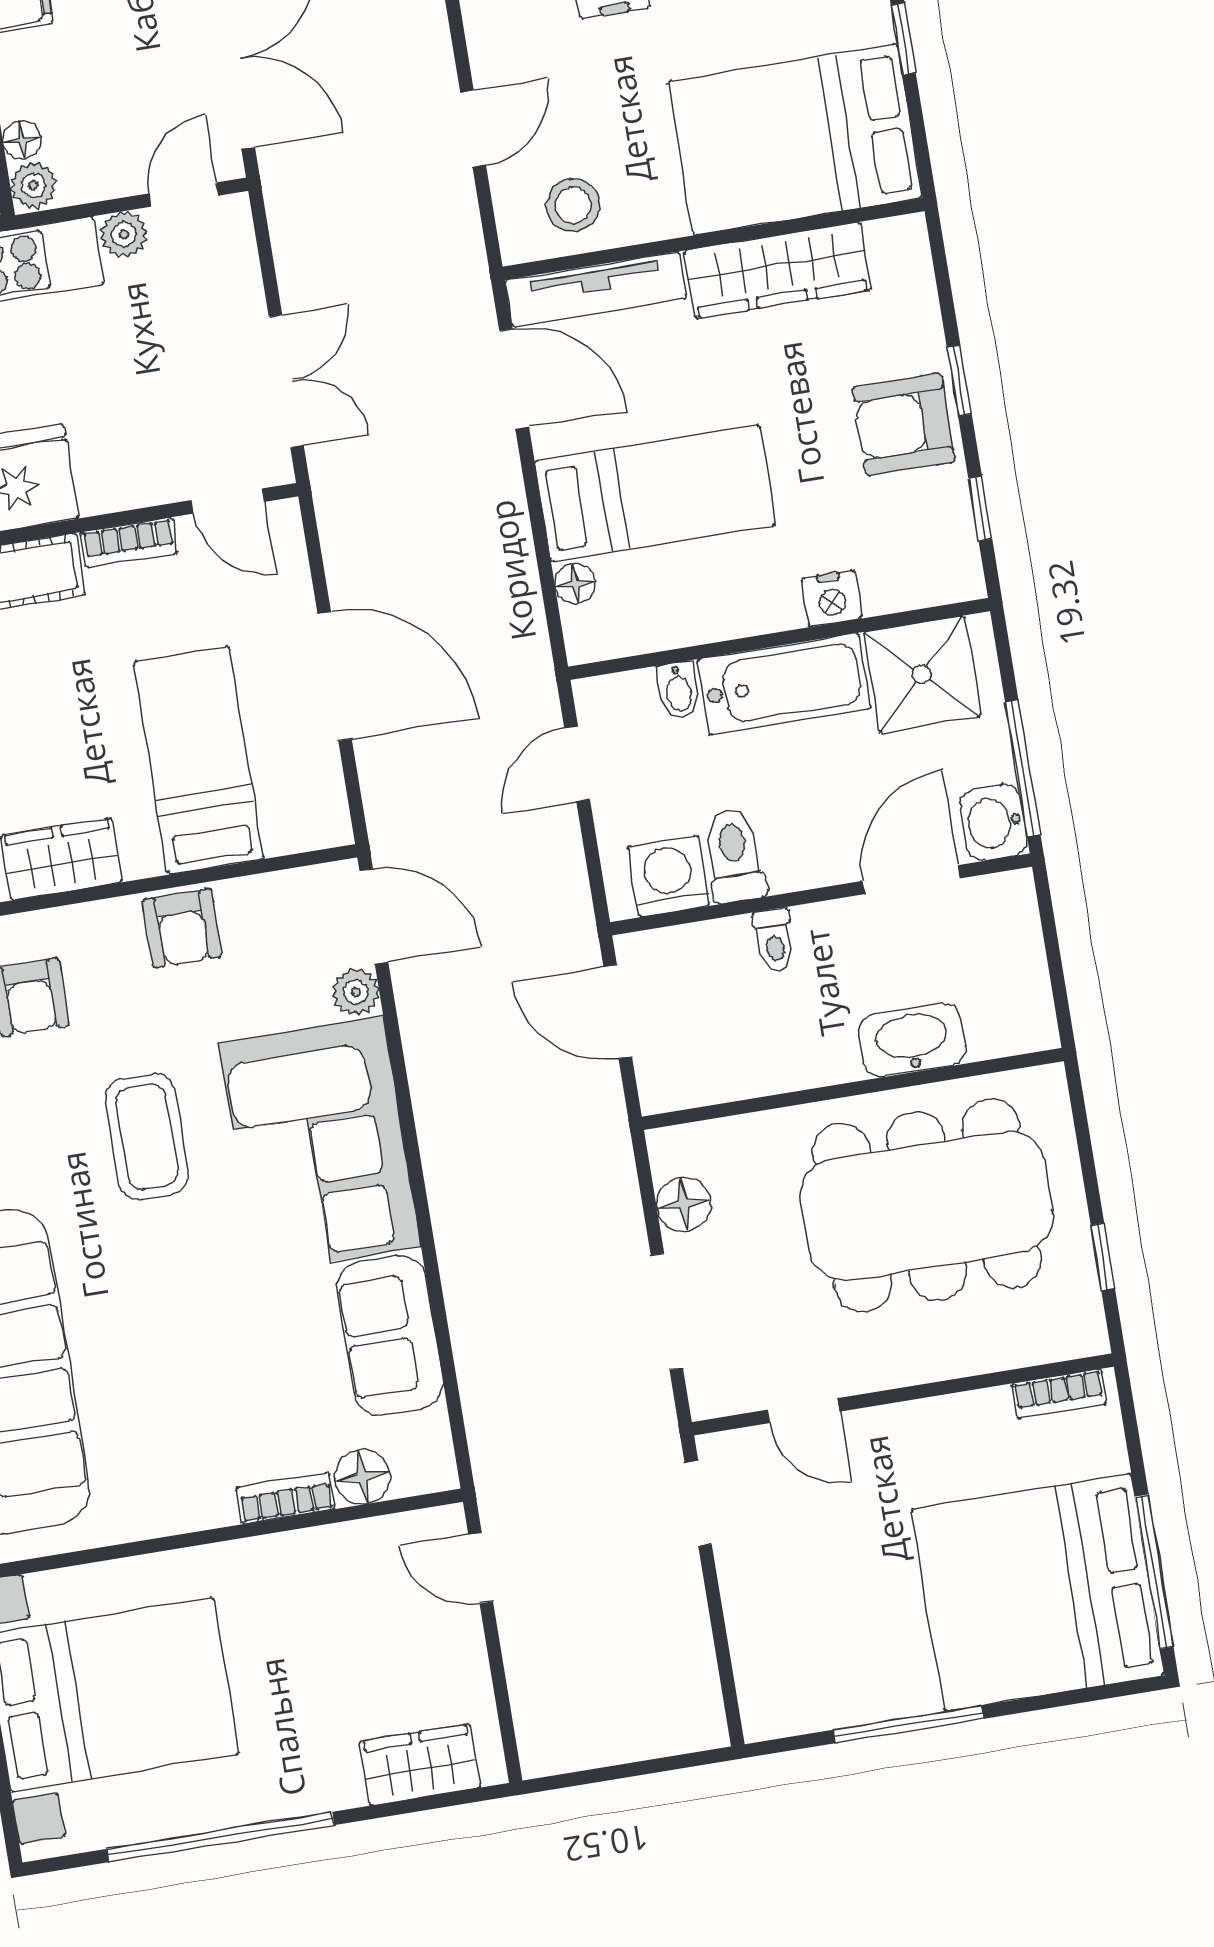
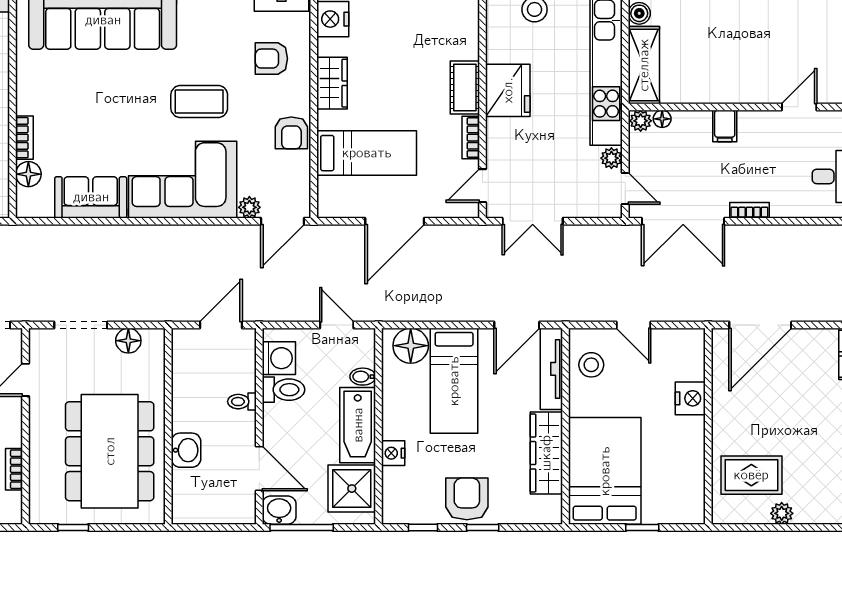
floor lamp: (575, 584) -> (411, 346), width x1.89, depth x1.89
armchair: (182, 928) -> (291, 133), turned -90
washbasin: (912, 1040) -> (186, 450), width x0.72
bookcase: (1059, 1394) -> (14, 469), moved

